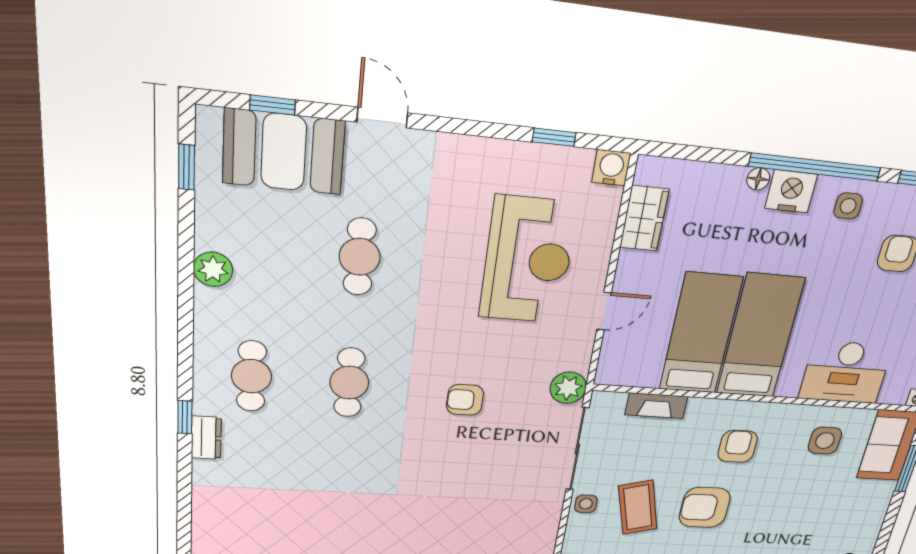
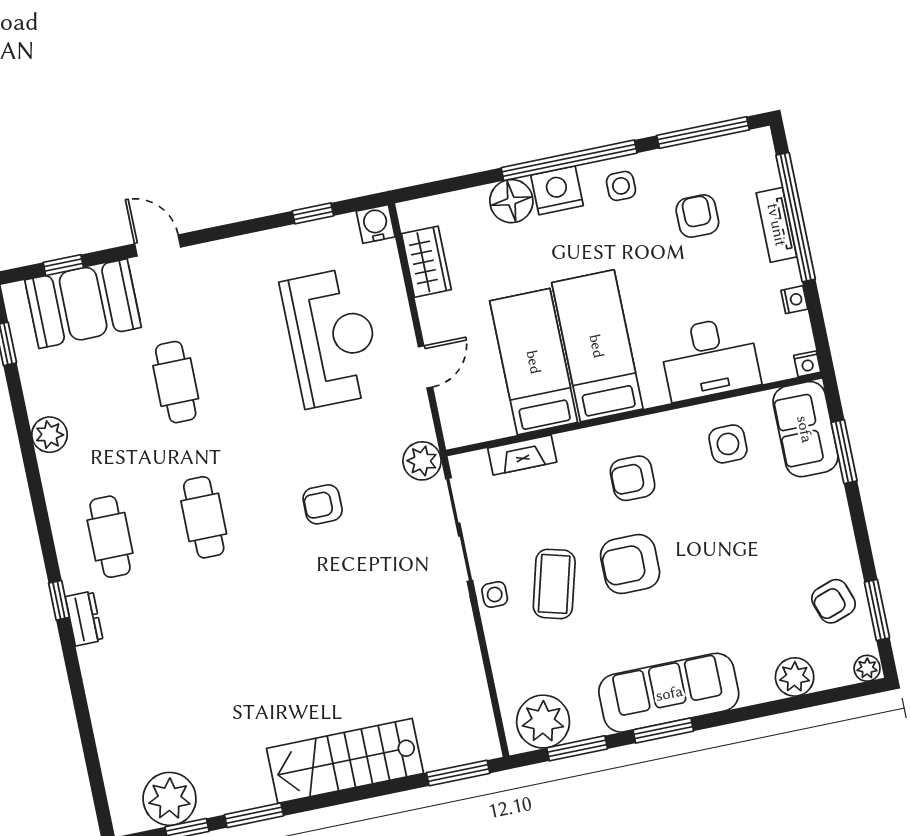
floor lamp: (758, 179) -> (511, 201), width x1.89, depth x1.89
armchair: (738, 446) -> (632, 478), turned -90
coffee table: (638, 507) -> (554, 584), turned 30

